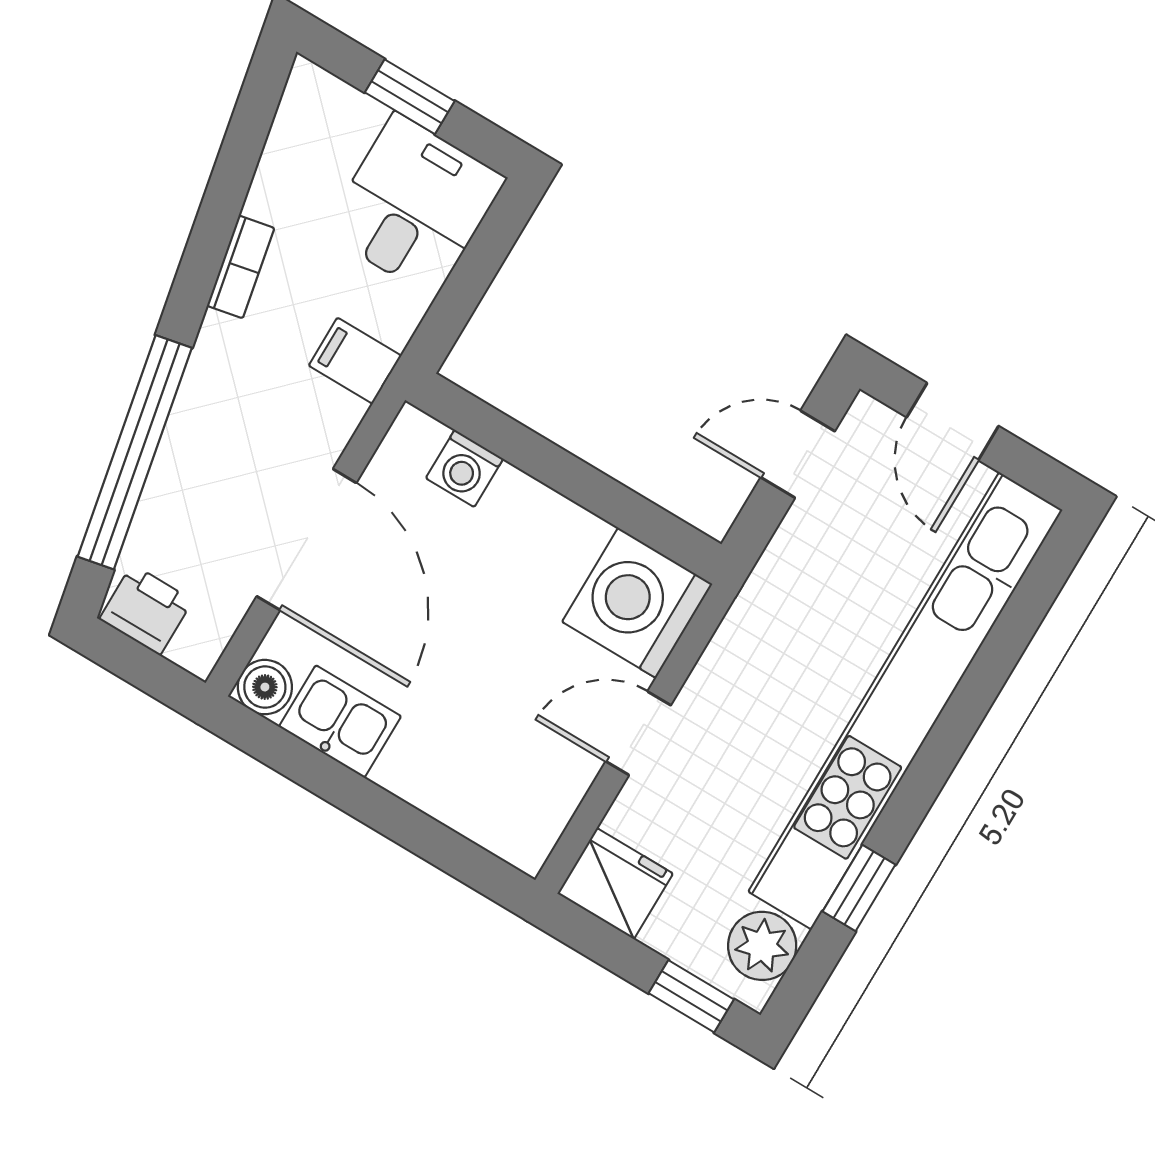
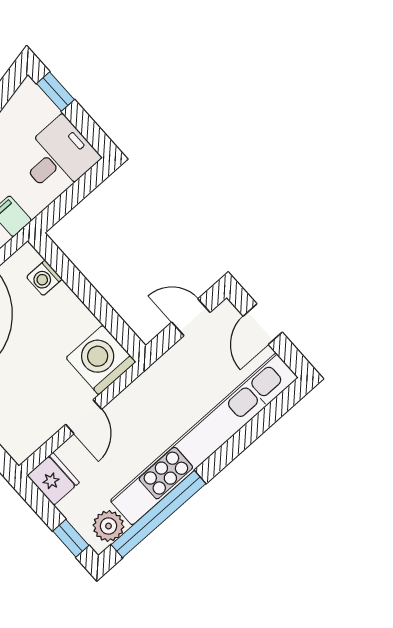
window: (410, 97) -> (55, 92), moved
door: (638, 733) -> (84, 417), swing flipped
window: (859, 888) -> (158, 514), width x3.17

